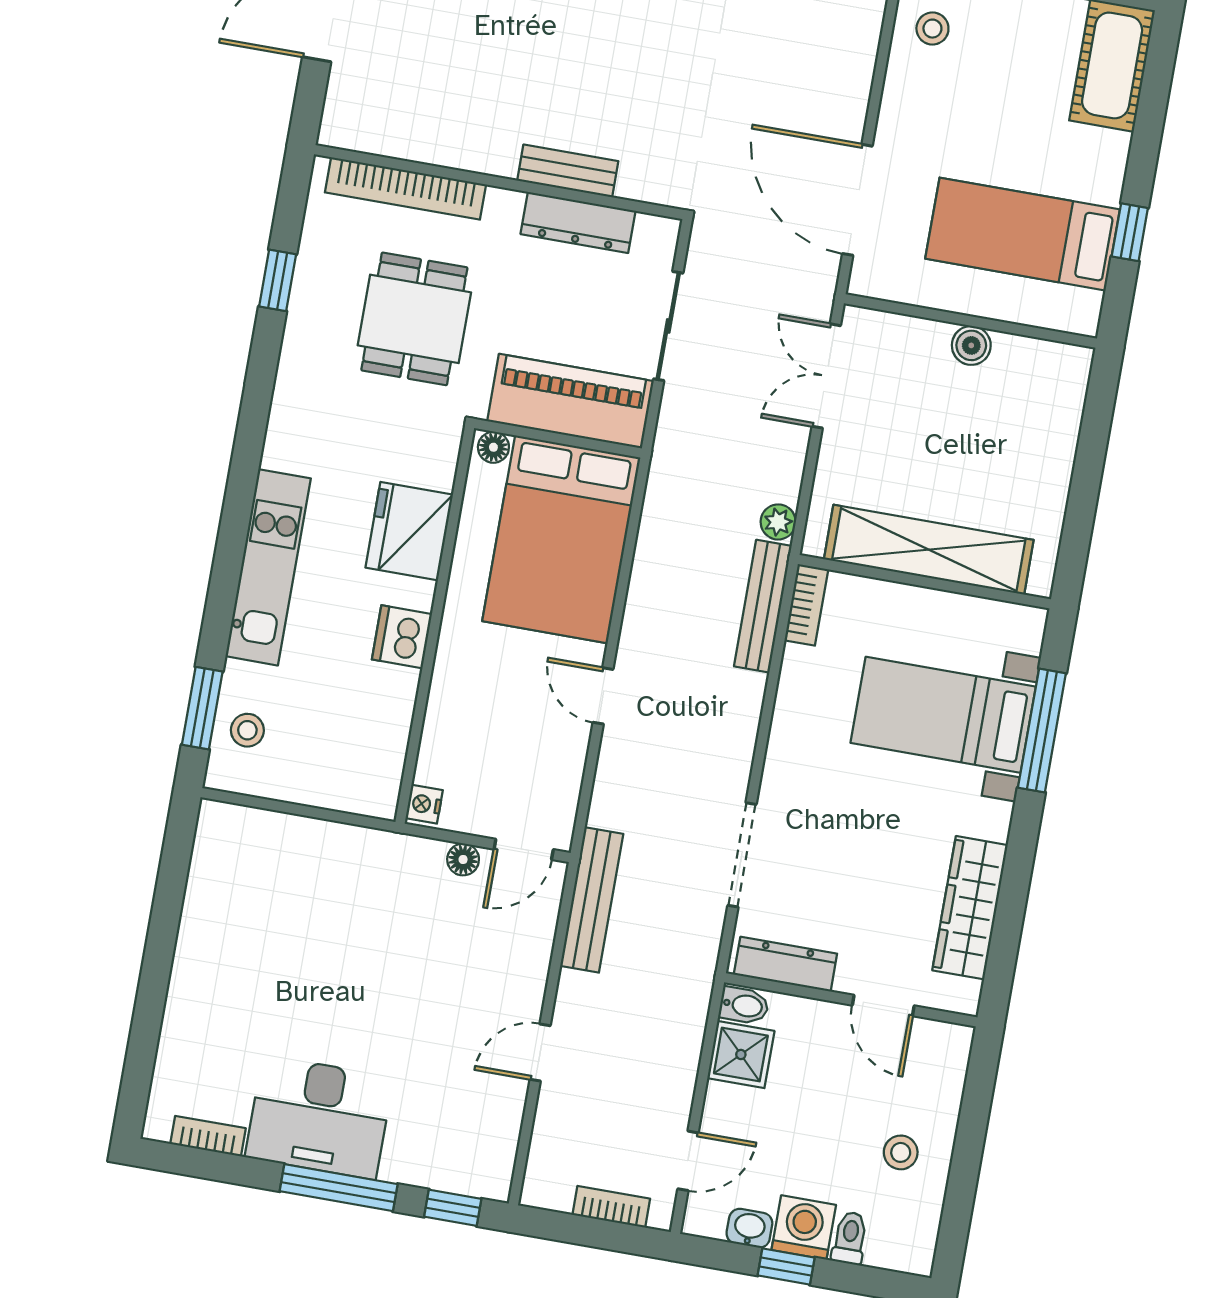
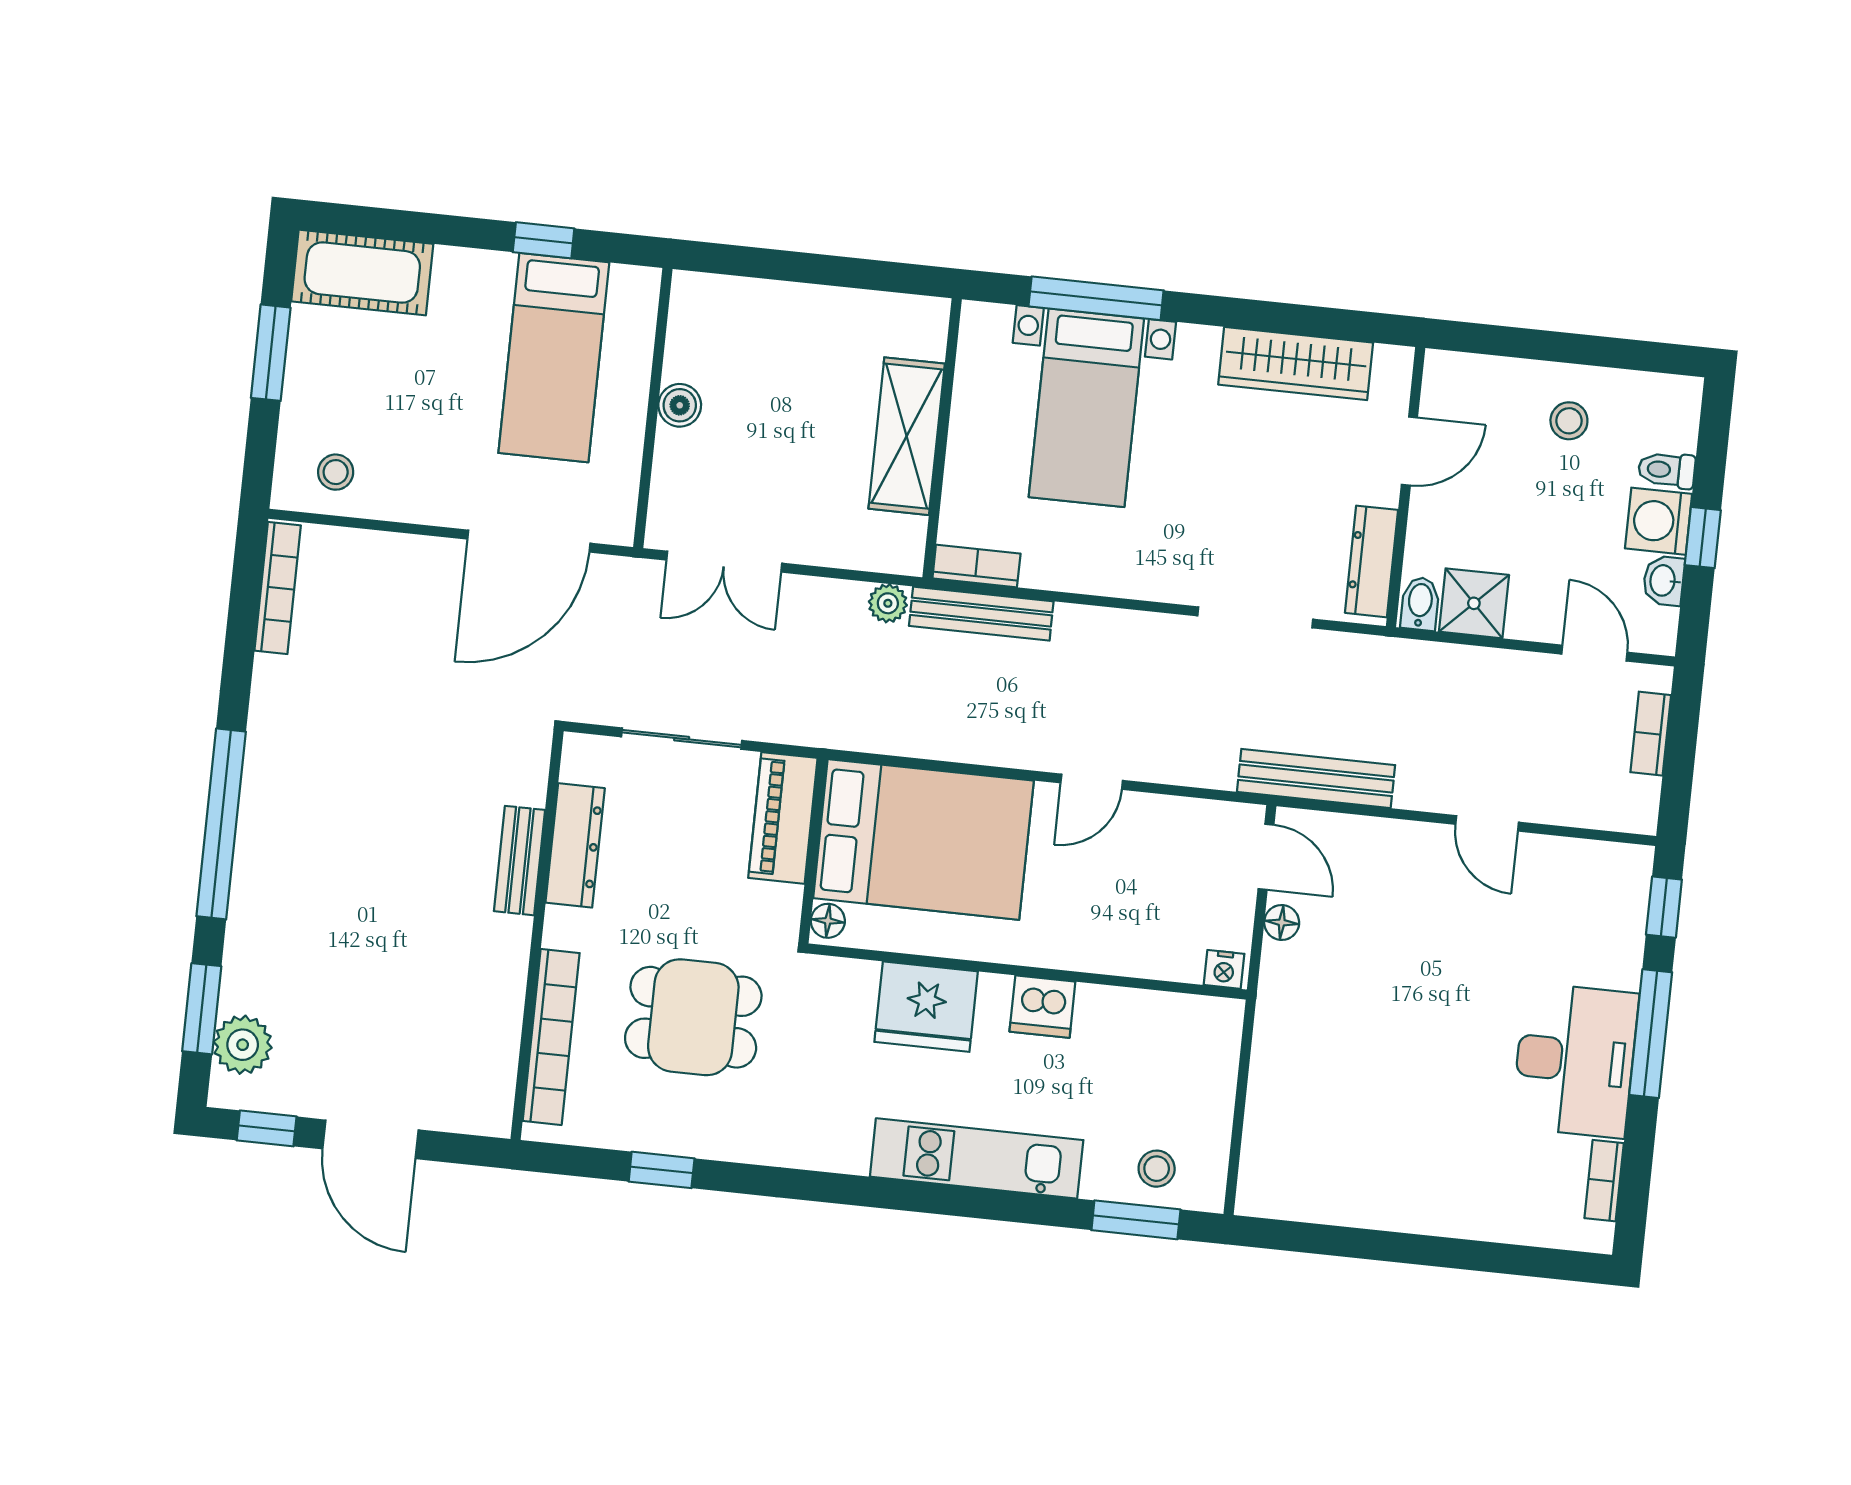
piano: (570, 401) -> (783, 818), width x0.73, depth x0.75
shelving: (929, 550) -> (907, 436), width x0.68

